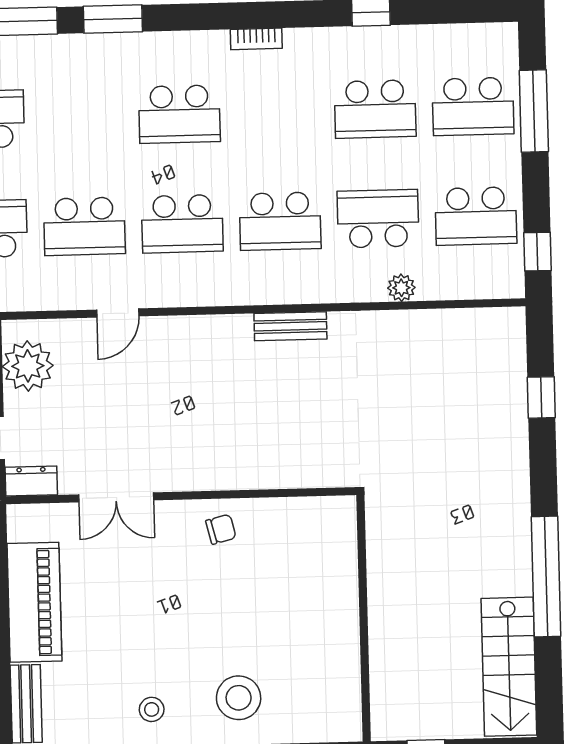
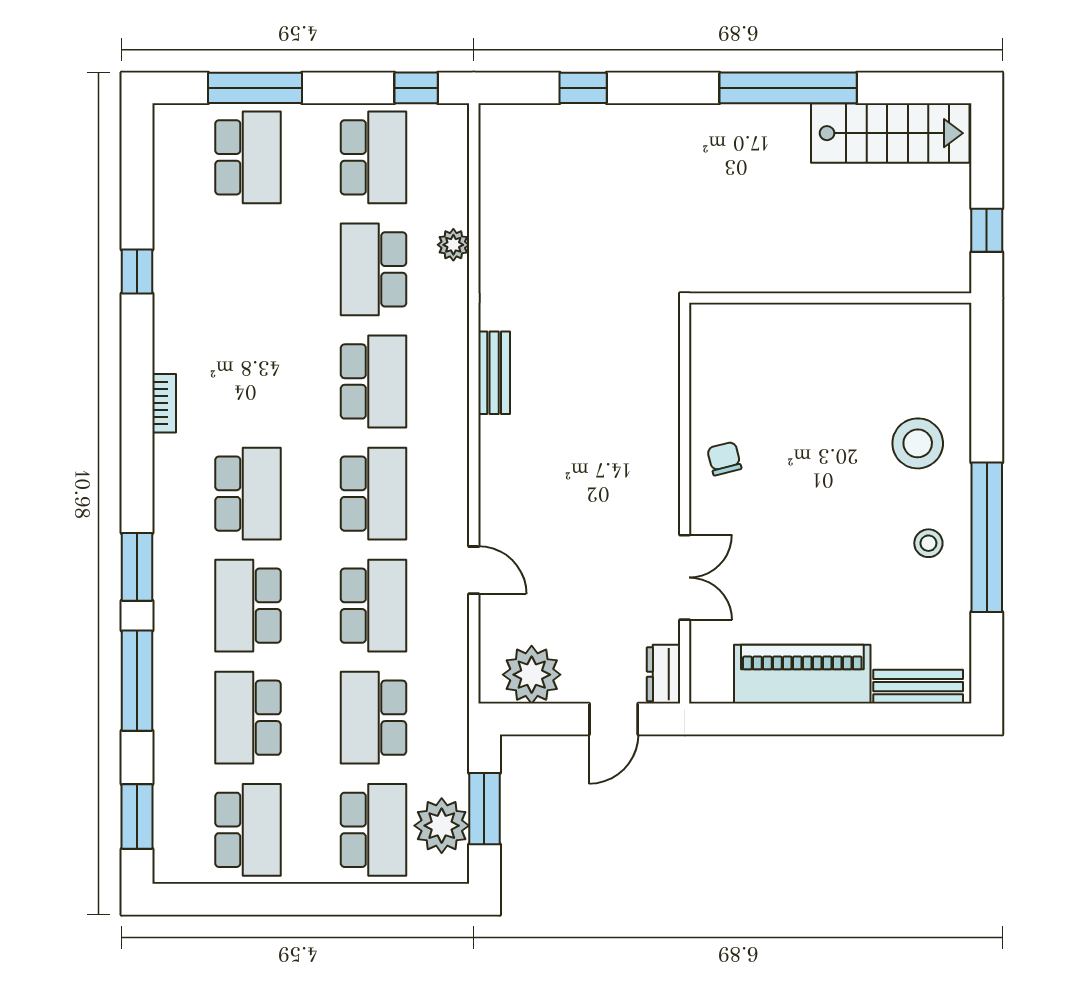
school desk: (375, 109) -> (248, 606), moved, turned 180

